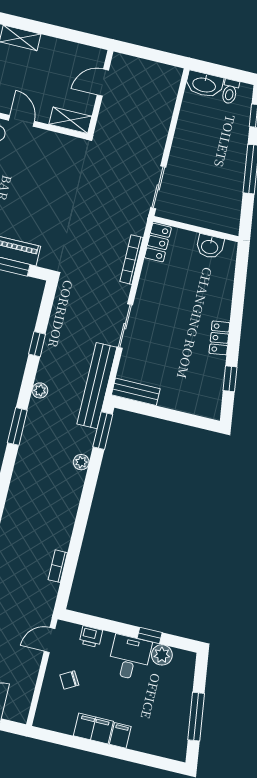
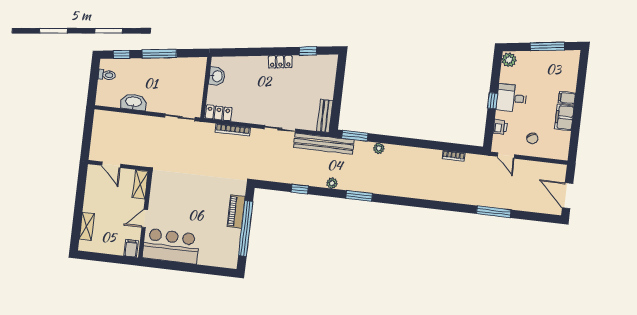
washbasin: (204, 84) -> (134, 102), moved, turned -90
window: (150, 635) -> (493, 101), moved
plant: (162, 655) -> (509, 60), moved

